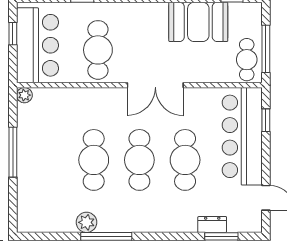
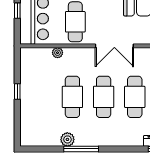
plant: (24, 95) -> (58, 53), moved
window: (13, 152) -> (17, 92), width x0.46

